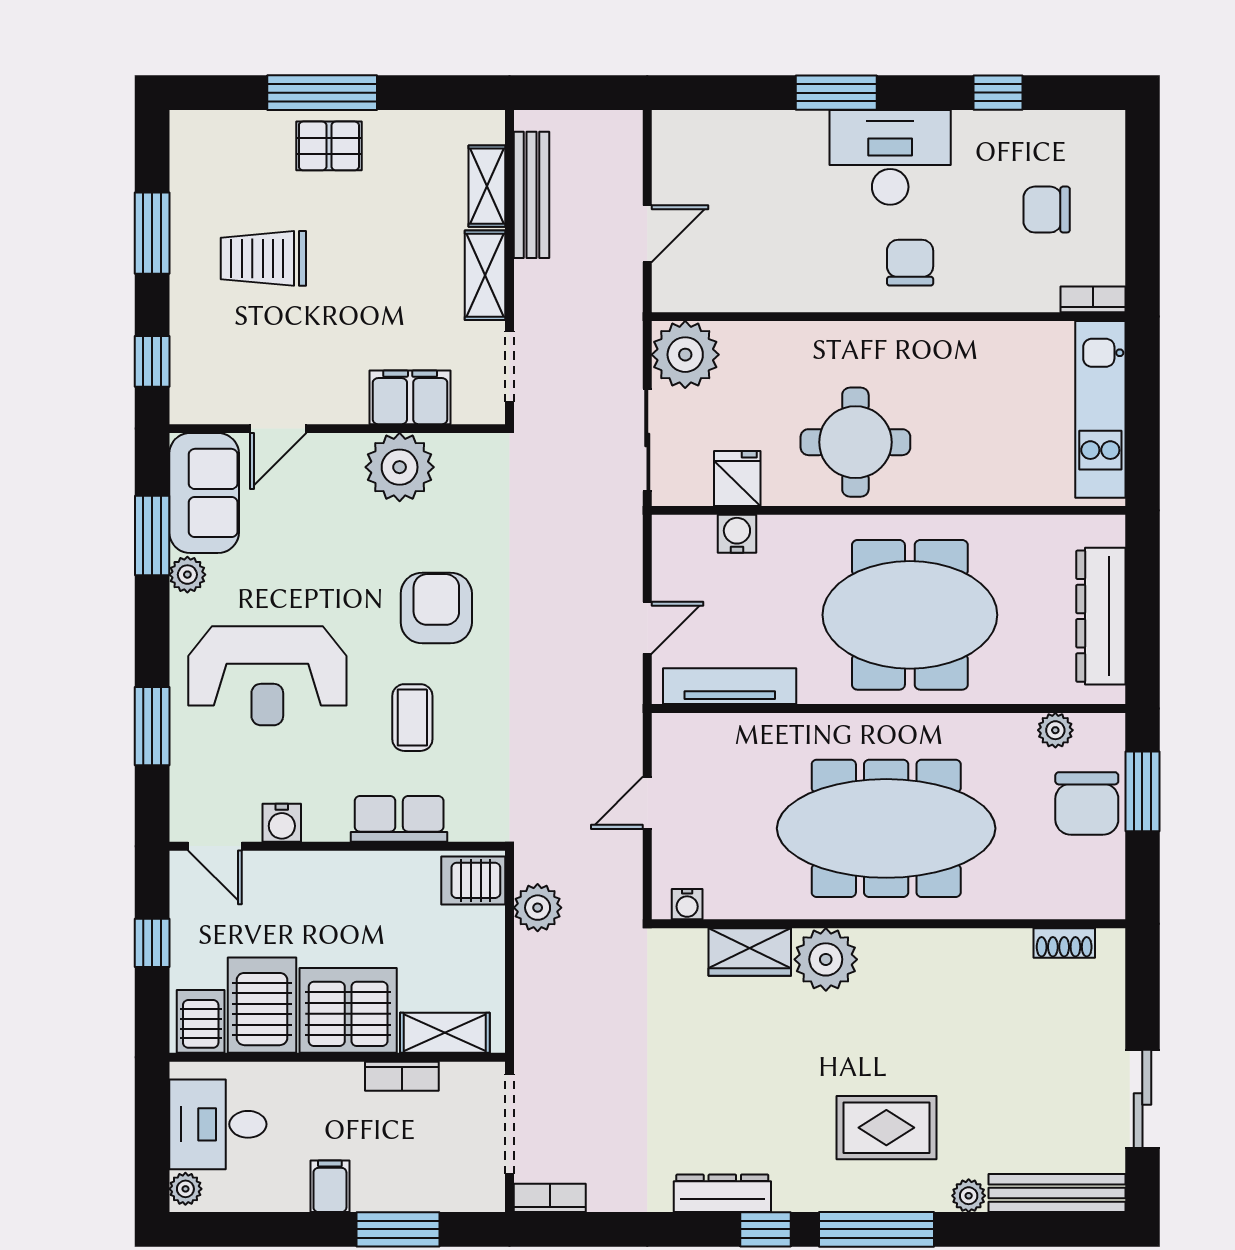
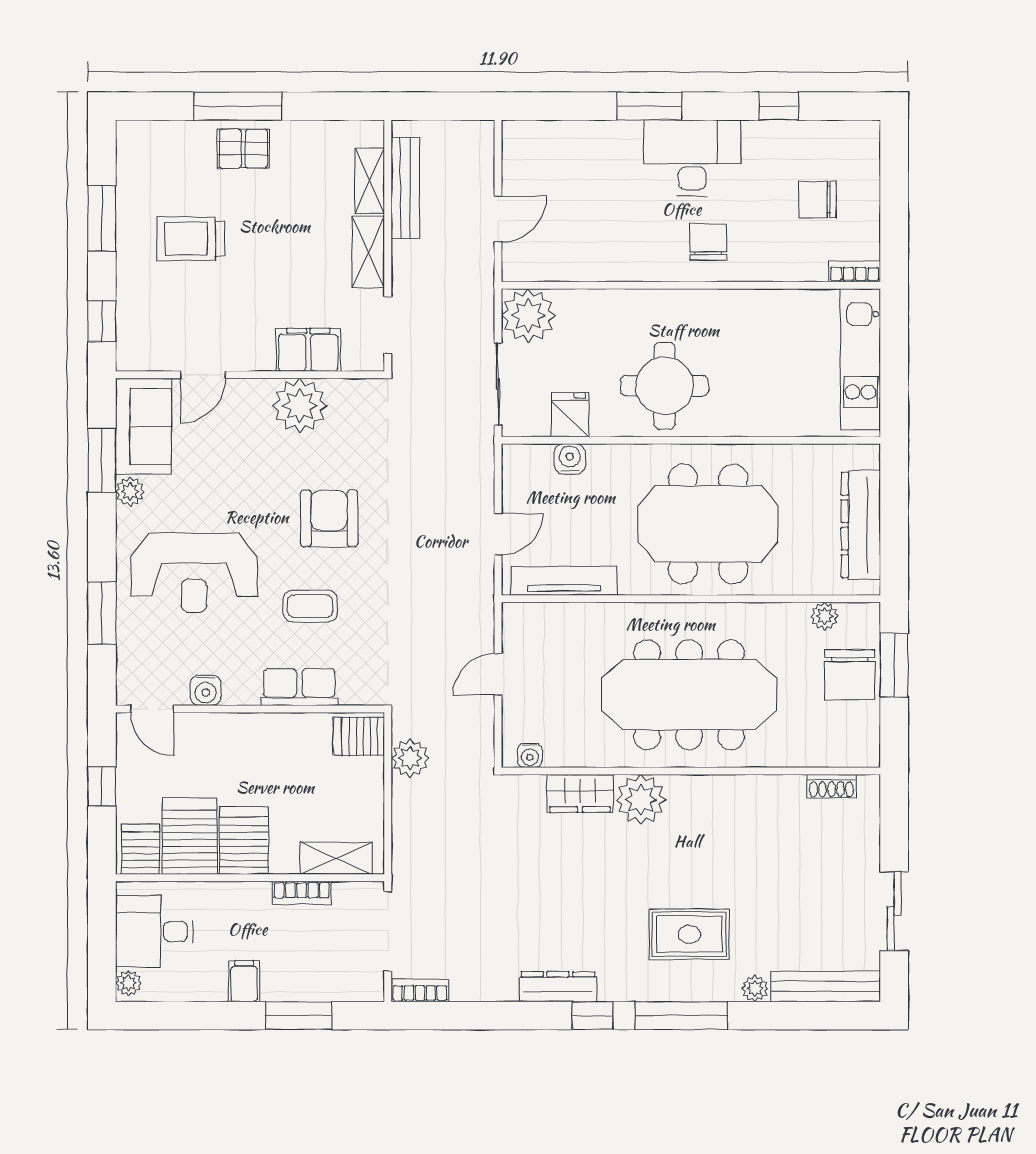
coffee table: (412, 718) -> (310, 606), turned 90
server rack: (348, 1010) -> (244, 840), width x0.62

